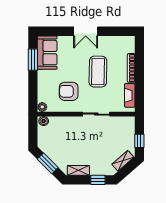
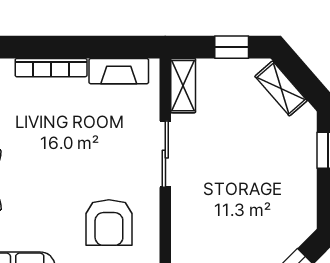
coffee table: (98, 72) -> (60, 150), removed
shelving: (78, 170) -> (183, 86), moved

